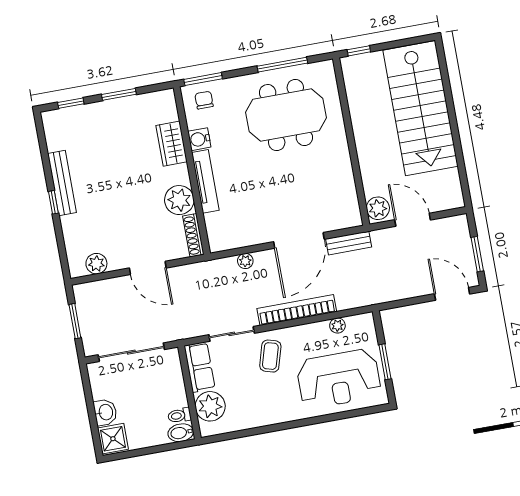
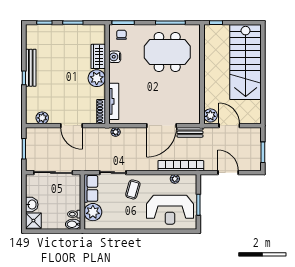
tv unit: (205, 181) -> (114, 101), moved
plant: (179, 200) -> (97, 78), moved
plant: (245, 261) -> (116, 132), moved
door: (452, 294) -> (228, 173), moved
bookcase: (297, 310) -> (181, 166), moved

